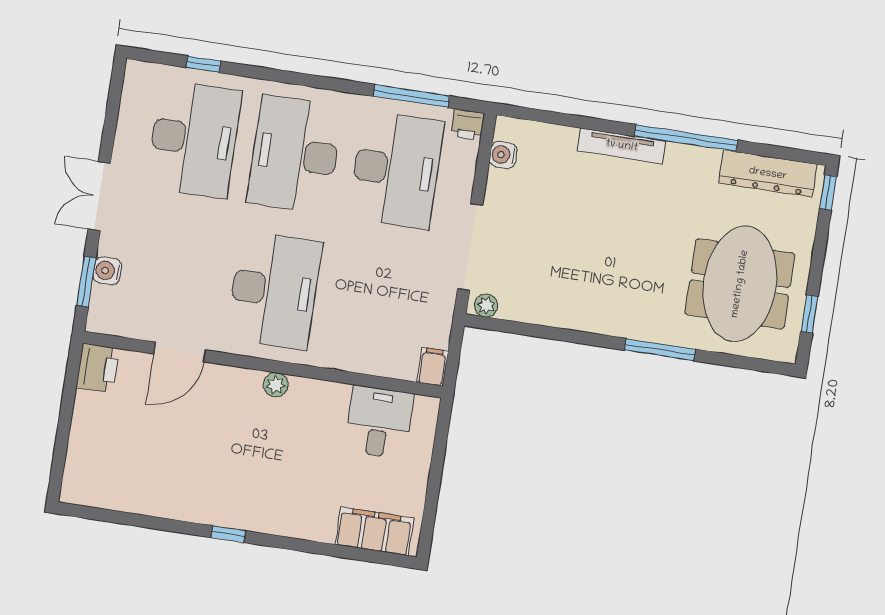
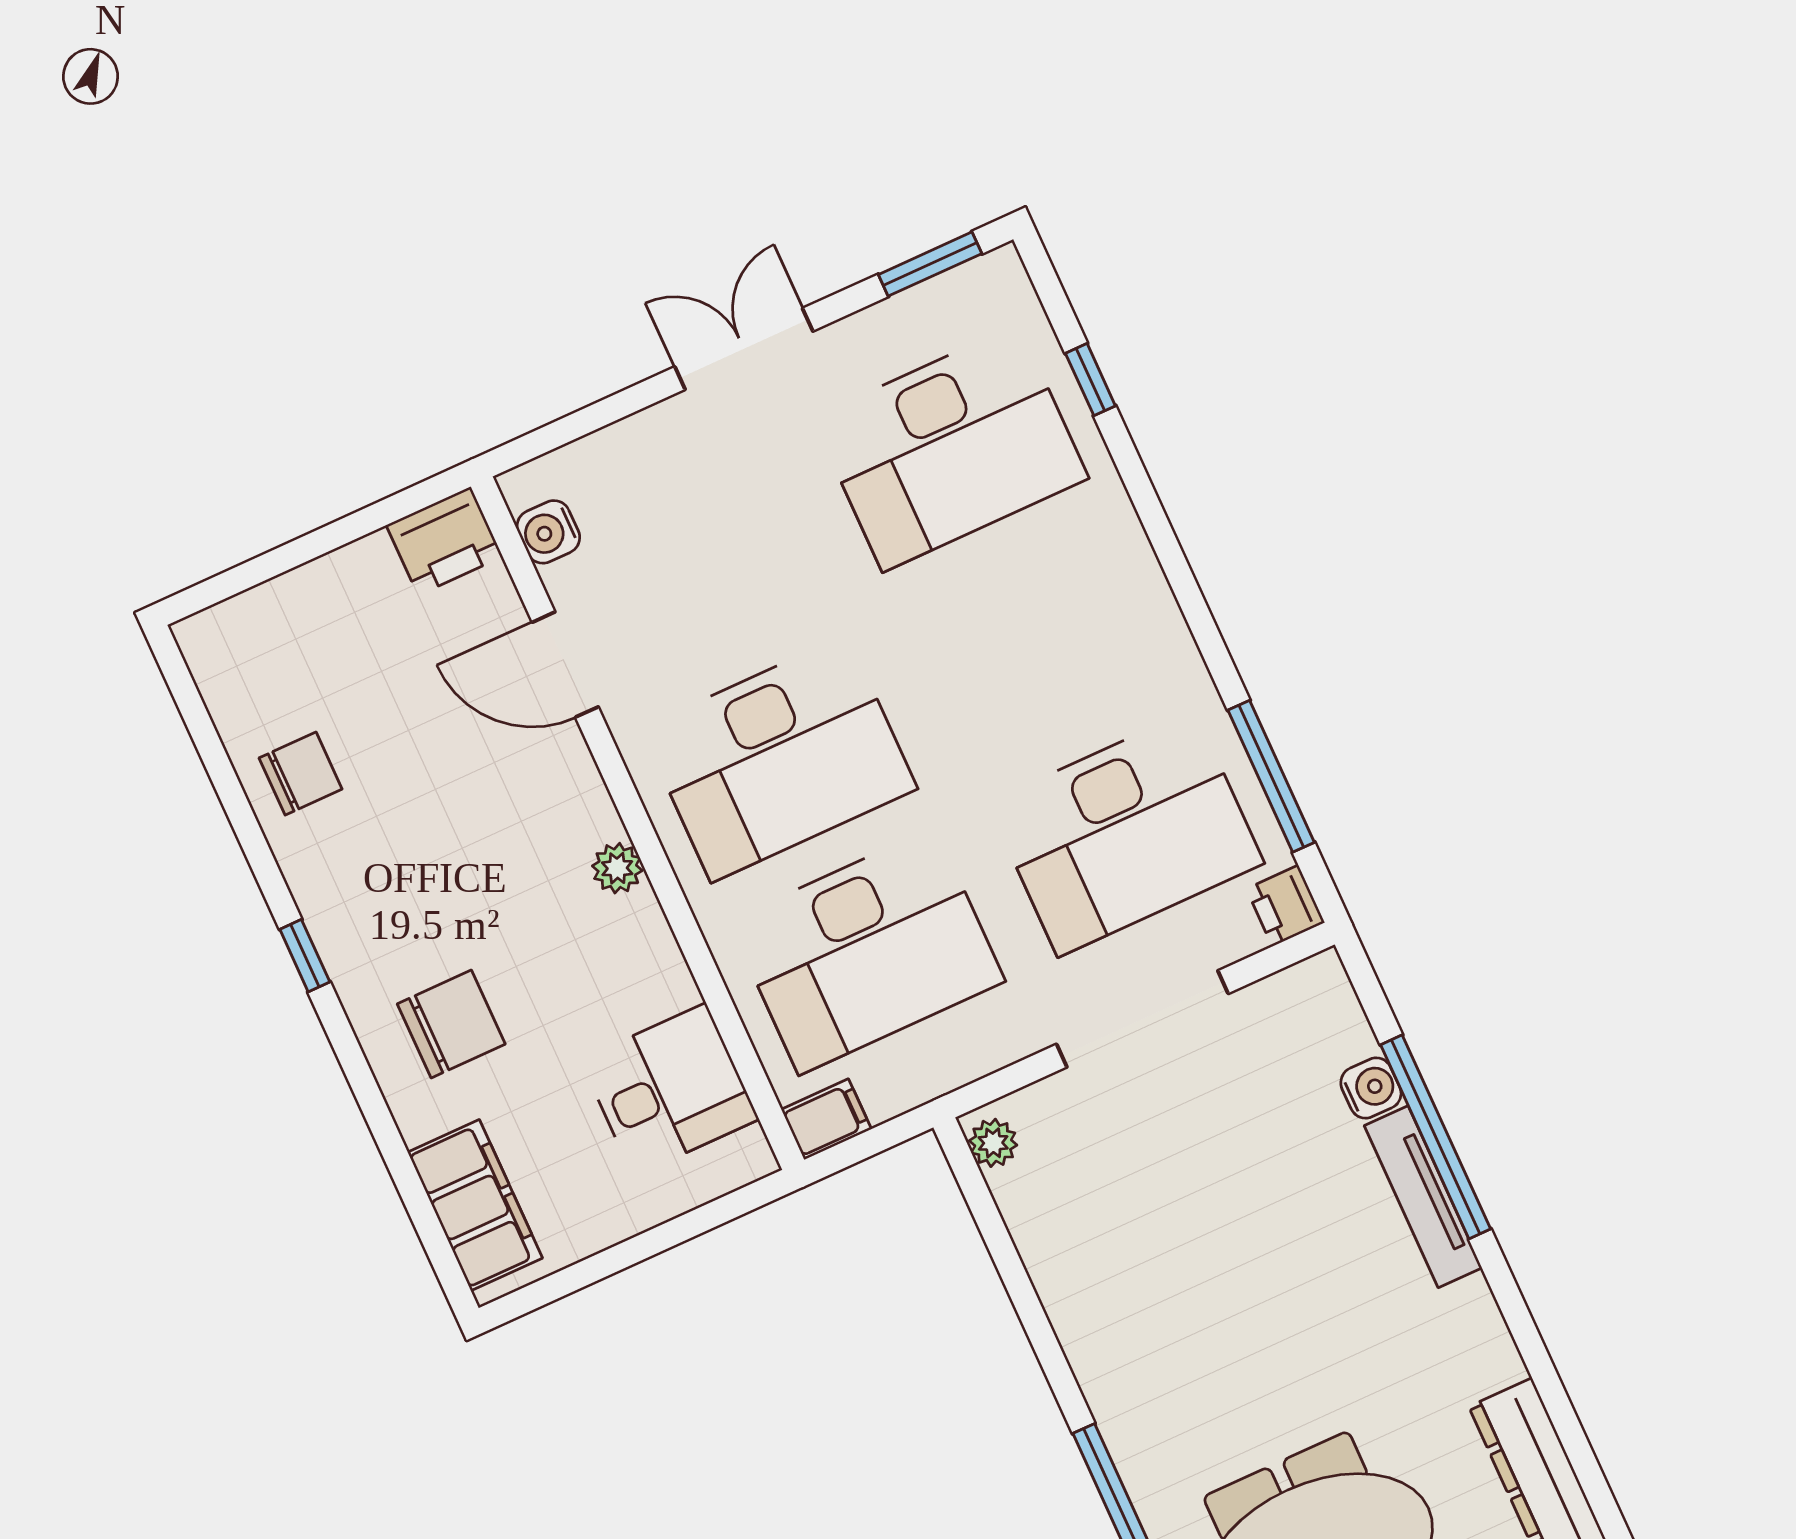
window: (686, 138) -> (1436, 1137), moved
desk: (295, 154) -> (867, 951), moved, turned 180
water cooler: (503, 155) -> (1371, 1088), moved, turned 90
doorway: (470, 247) -> (1142, 1019), moved
water cooler: (107, 271) -> (548, 532), moved, turned -90
window: (86, 282) -> (930, 264), moved
chair: (154, 488) -> (301, 774), added
chair: (295, 493) -> (451, 1024), added

